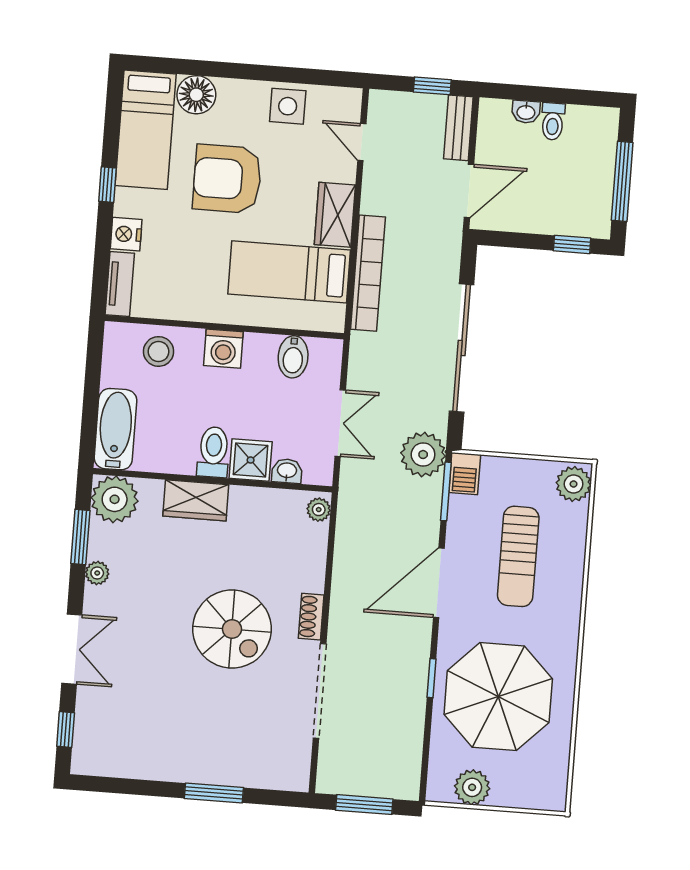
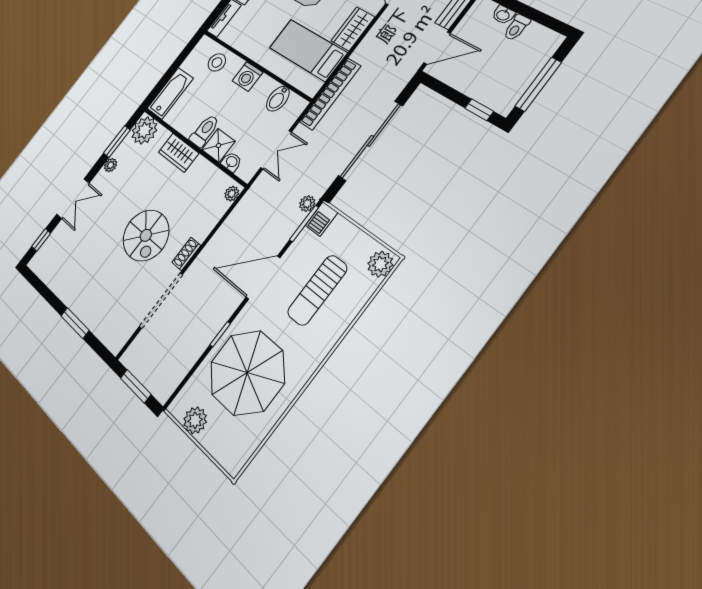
bookcase: (368, 273) -> (330, 94), moved
plant: (423, 455) -> (307, 204), width x0.53, depth x0.53

